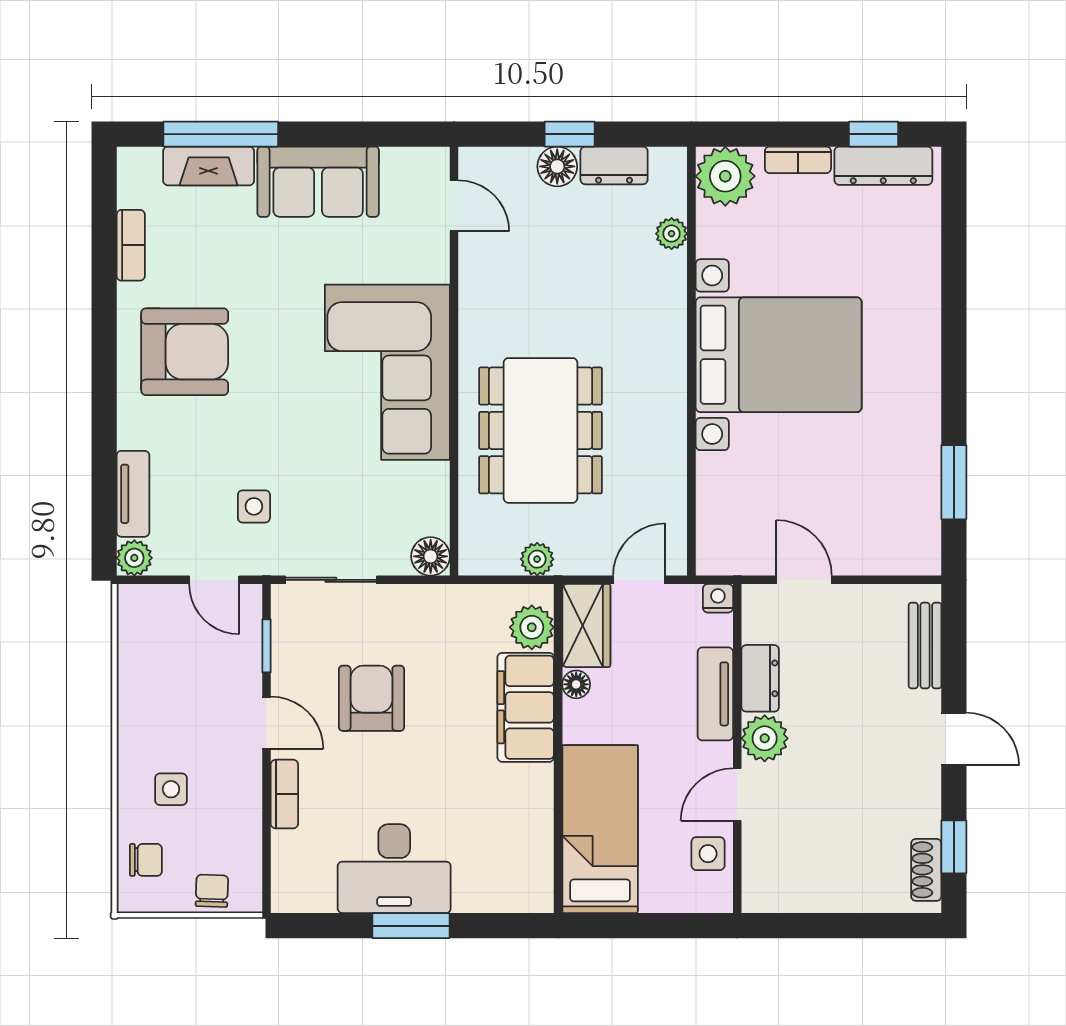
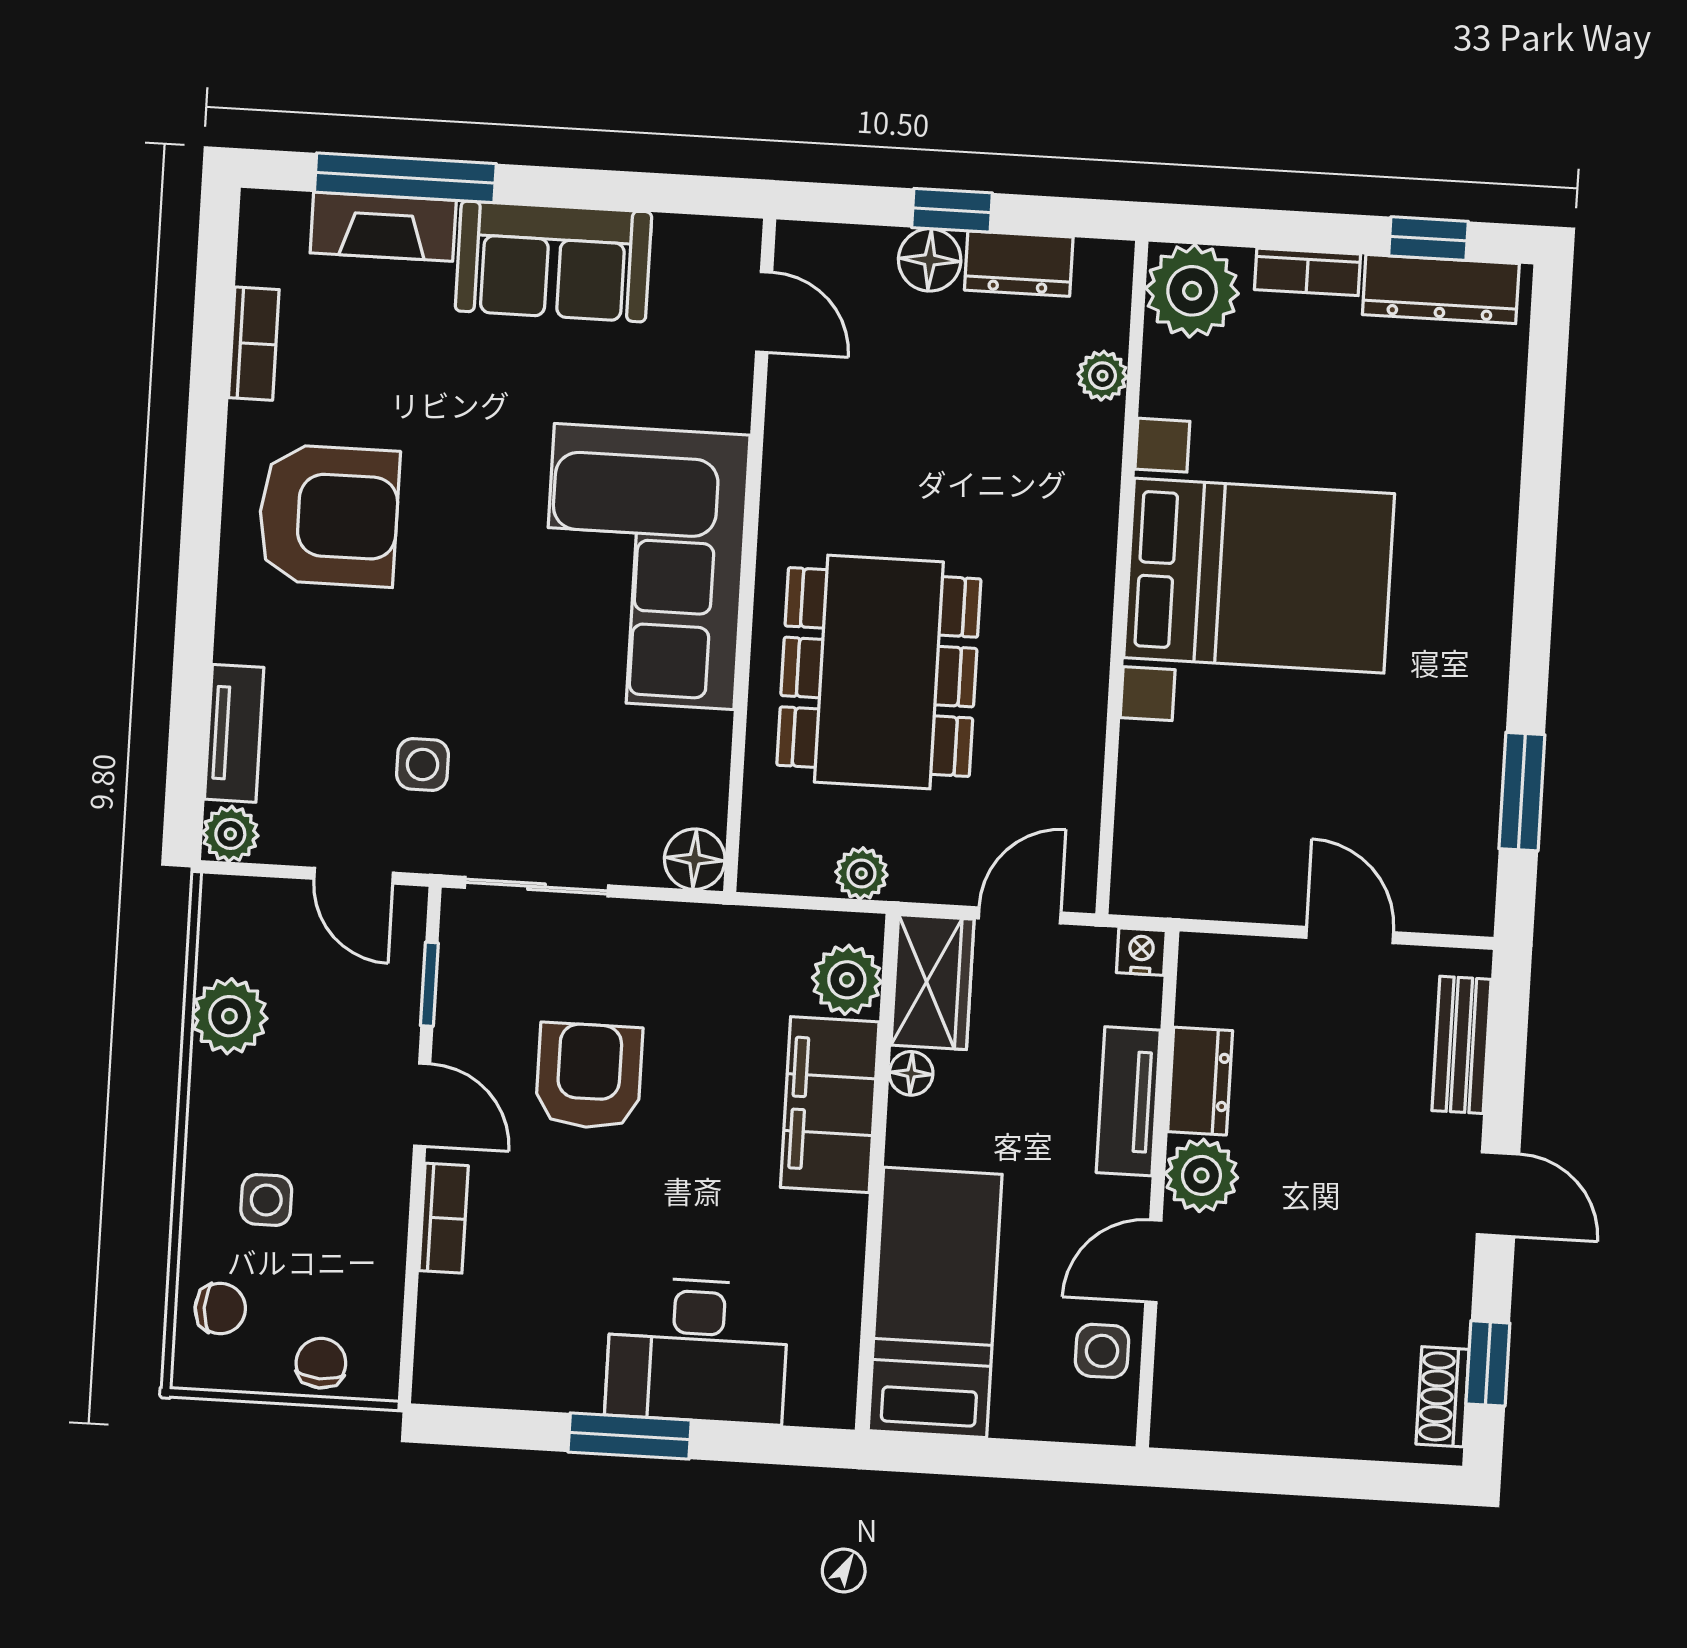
door: (804, 580) -> (1350, 935), moved
plant: (141, 674) -> (229, 1016), added
desk: (394, 869) -> (697, 1351), moved

